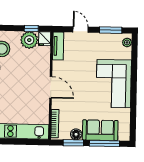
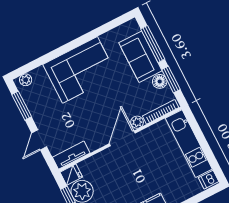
plant: (56, 104) -> (137, 122), added

